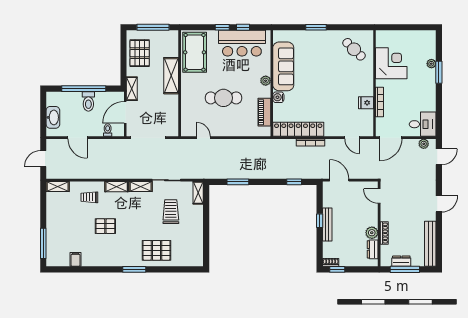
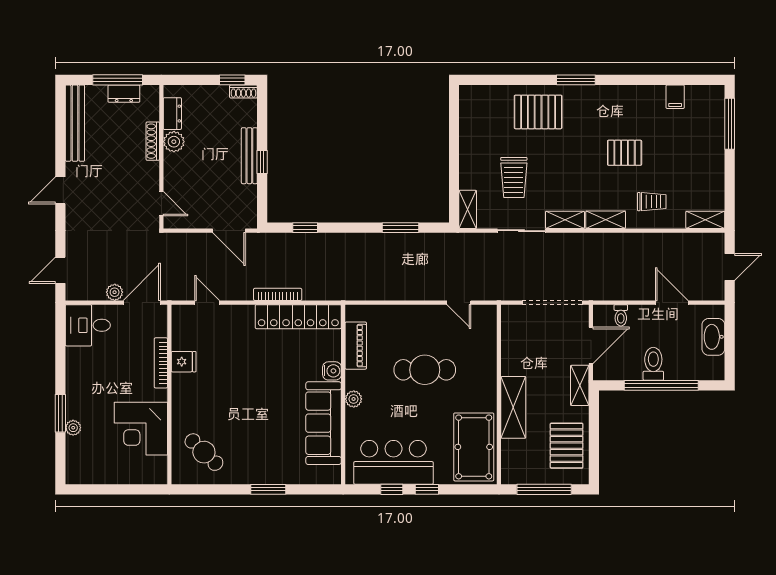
plant: (424, 144) -> (115, 292), moved

